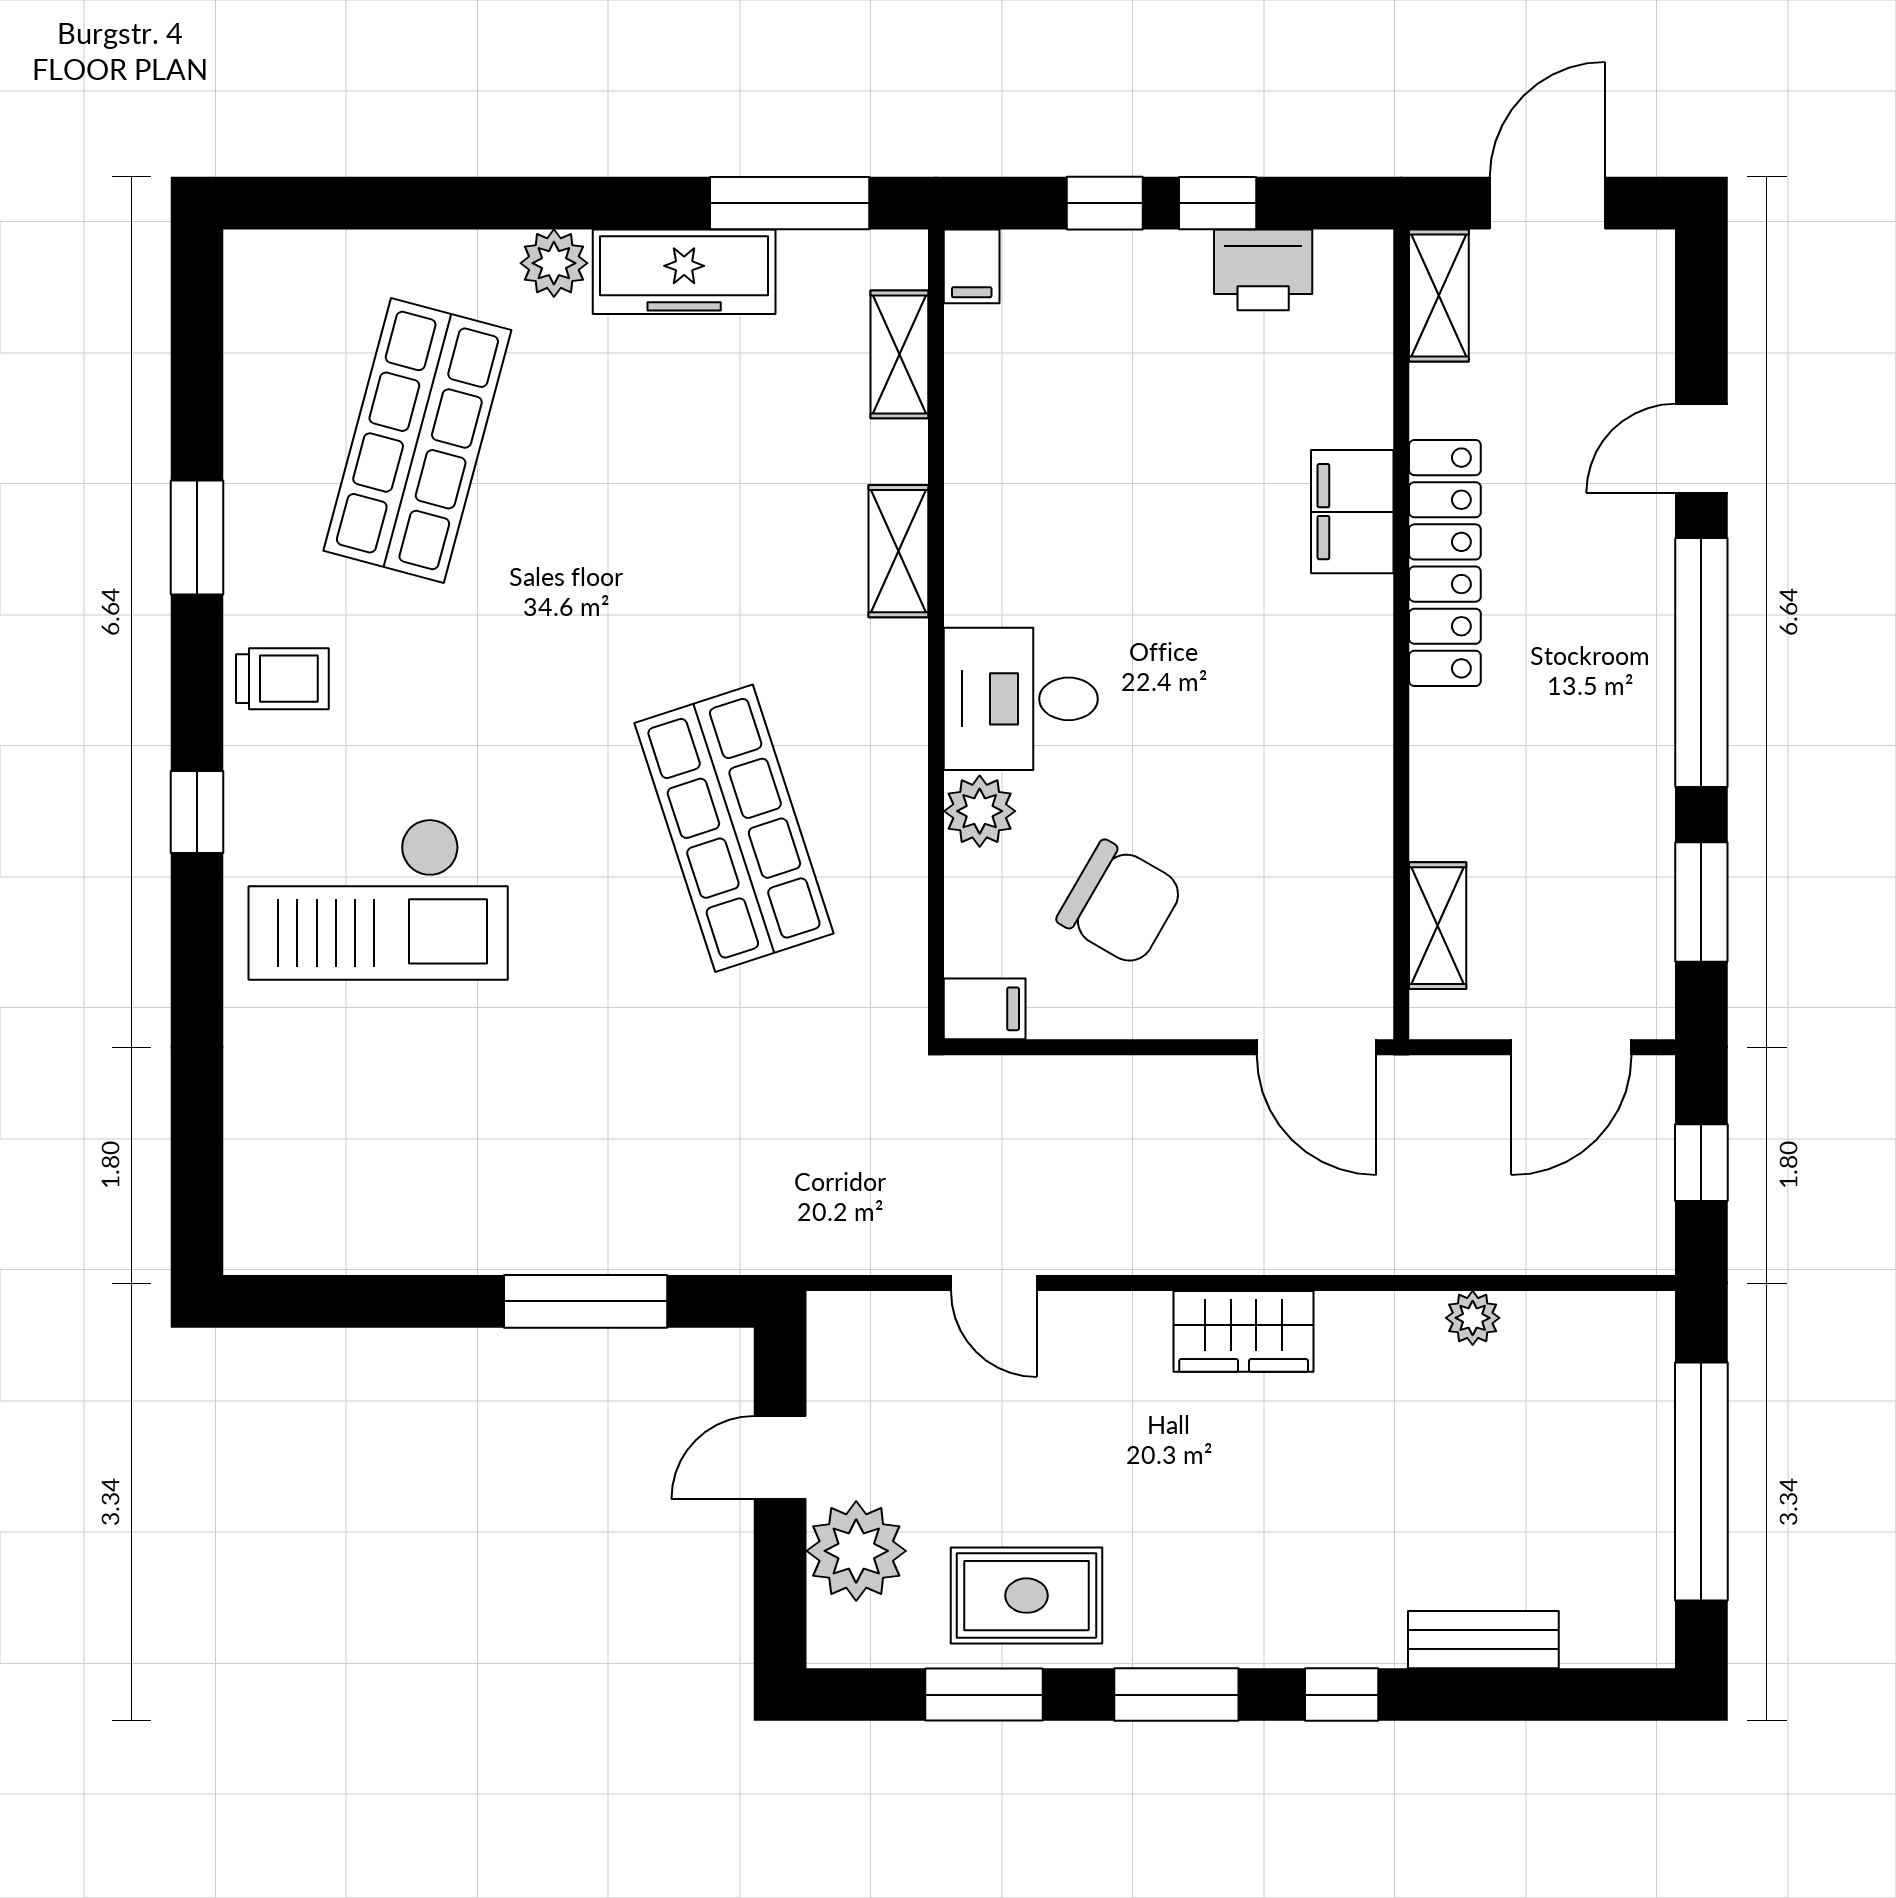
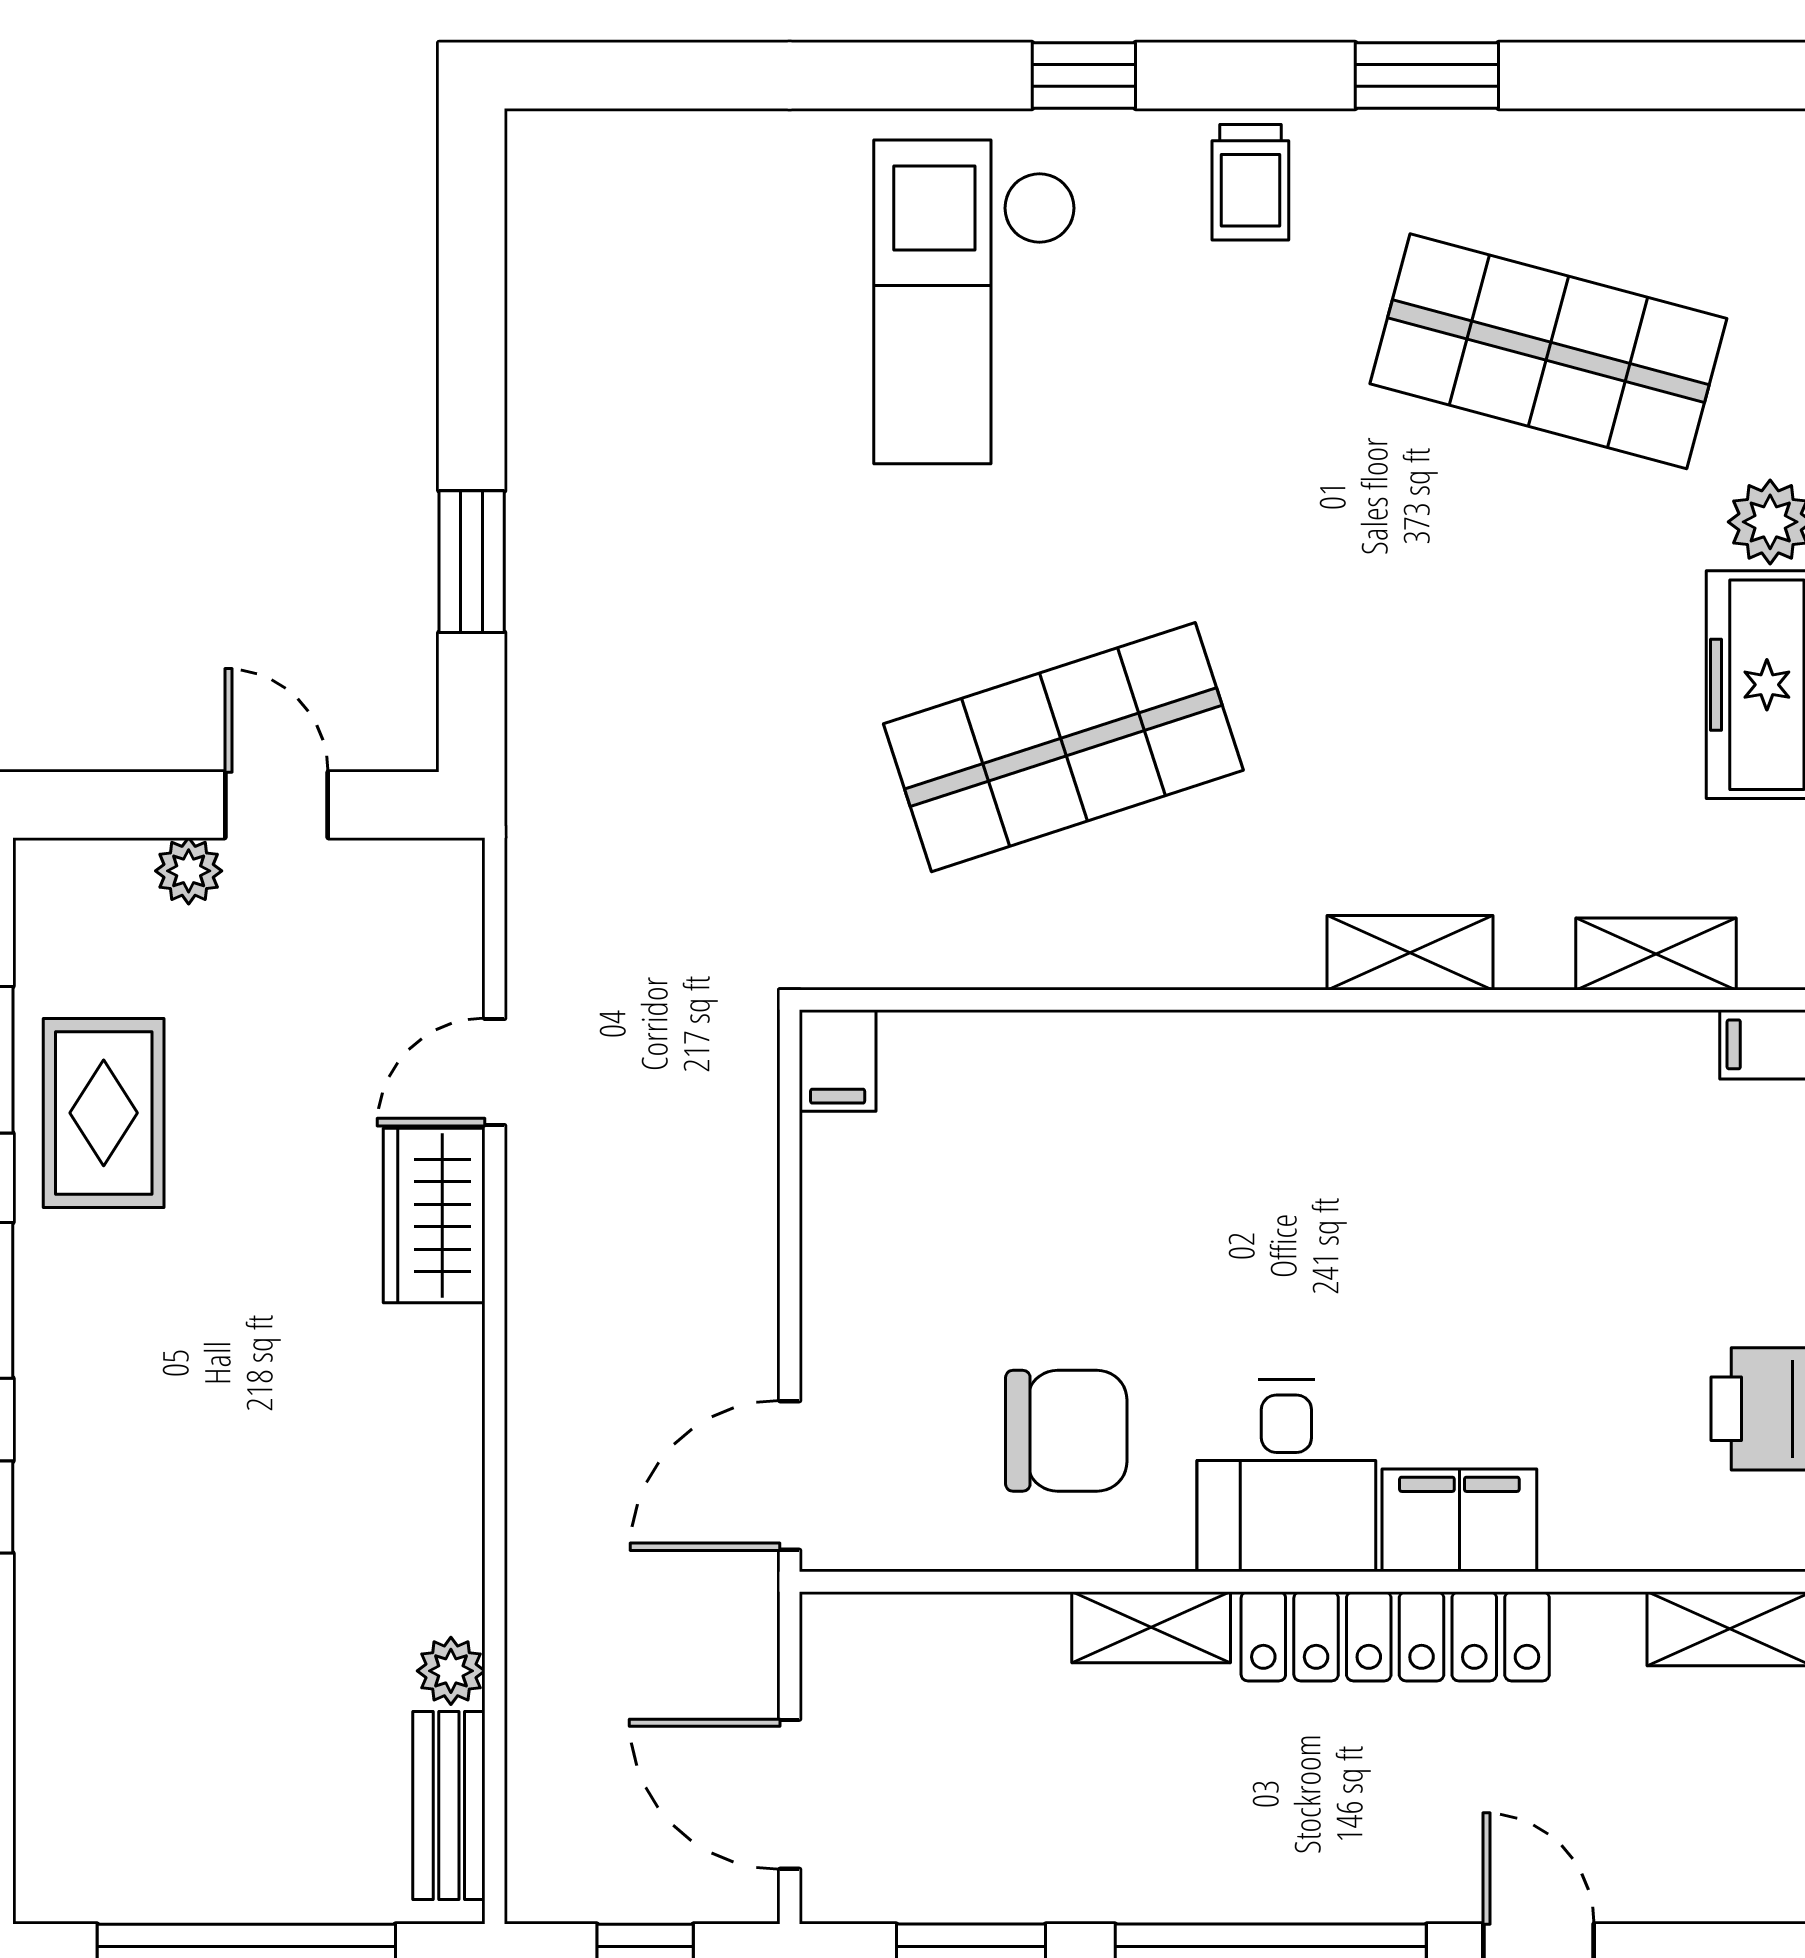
desk: (1021, 699) -> (1286, 1476), moved, turned 180
plant: (980, 811) -> (1085, 1054), removed
chair: (1120, 903) -> (1066, 1431), moved, turned -120
shelving: (1438, 926) -> (1151, 1627), moved
window: (586, 1301) -> (472, 562), width x0.69
wardrobe: (1244, 1331) -> (434, 1216), moved
plant: (856, 1551) -> (189, 871), width x0.53, depth x0.53
bench: (1483, 1640) -> (449, 1805), moved

